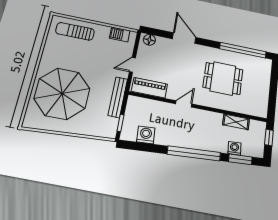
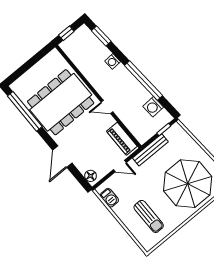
sun lounger: (75, 31) -> (149, 216), moved
dining table: (223, 78) -> (61, 102), width x1.88, depth x1.24
shelving: (236, 122) -> (80, 63), removed
washing machine: (234, 148) -> (113, 61), moved
window: (194, 153) -> (143, 80), moved

